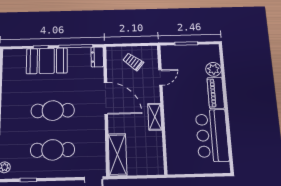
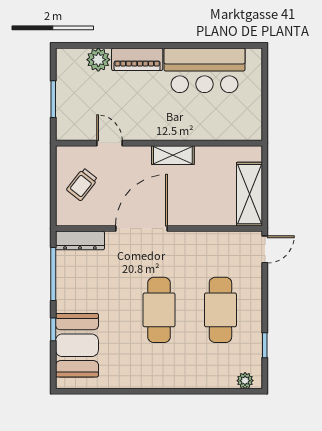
dresser: (97, 57) -> (80, 240), width x1.44
booth: (47, 61) -> (77, 345), moved
shelving: (117, 155) -> (250, 194), moved, turned 90

